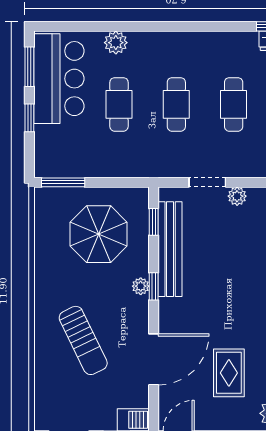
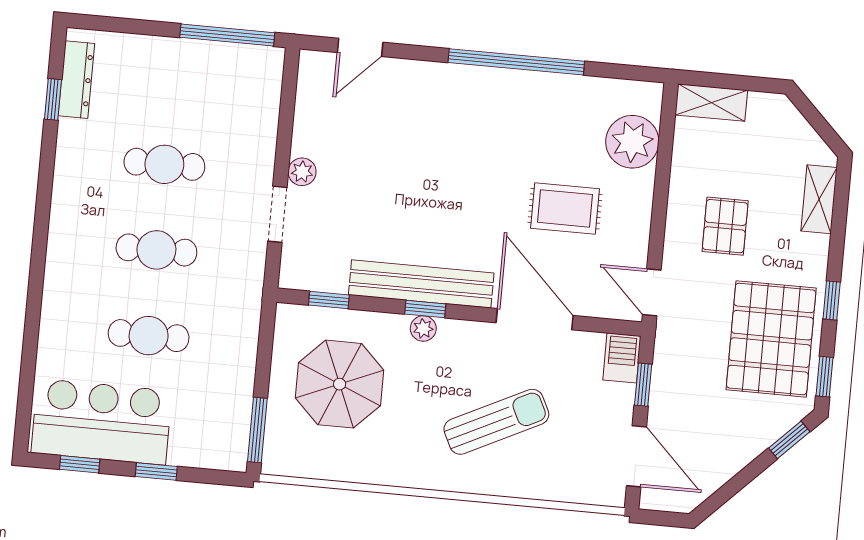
plant: (116, 43) -> (56, 332), removed
window: (29, 67) -> (80, 464), width x0.67
bench: (170, 249) -> (421, 284), moved

